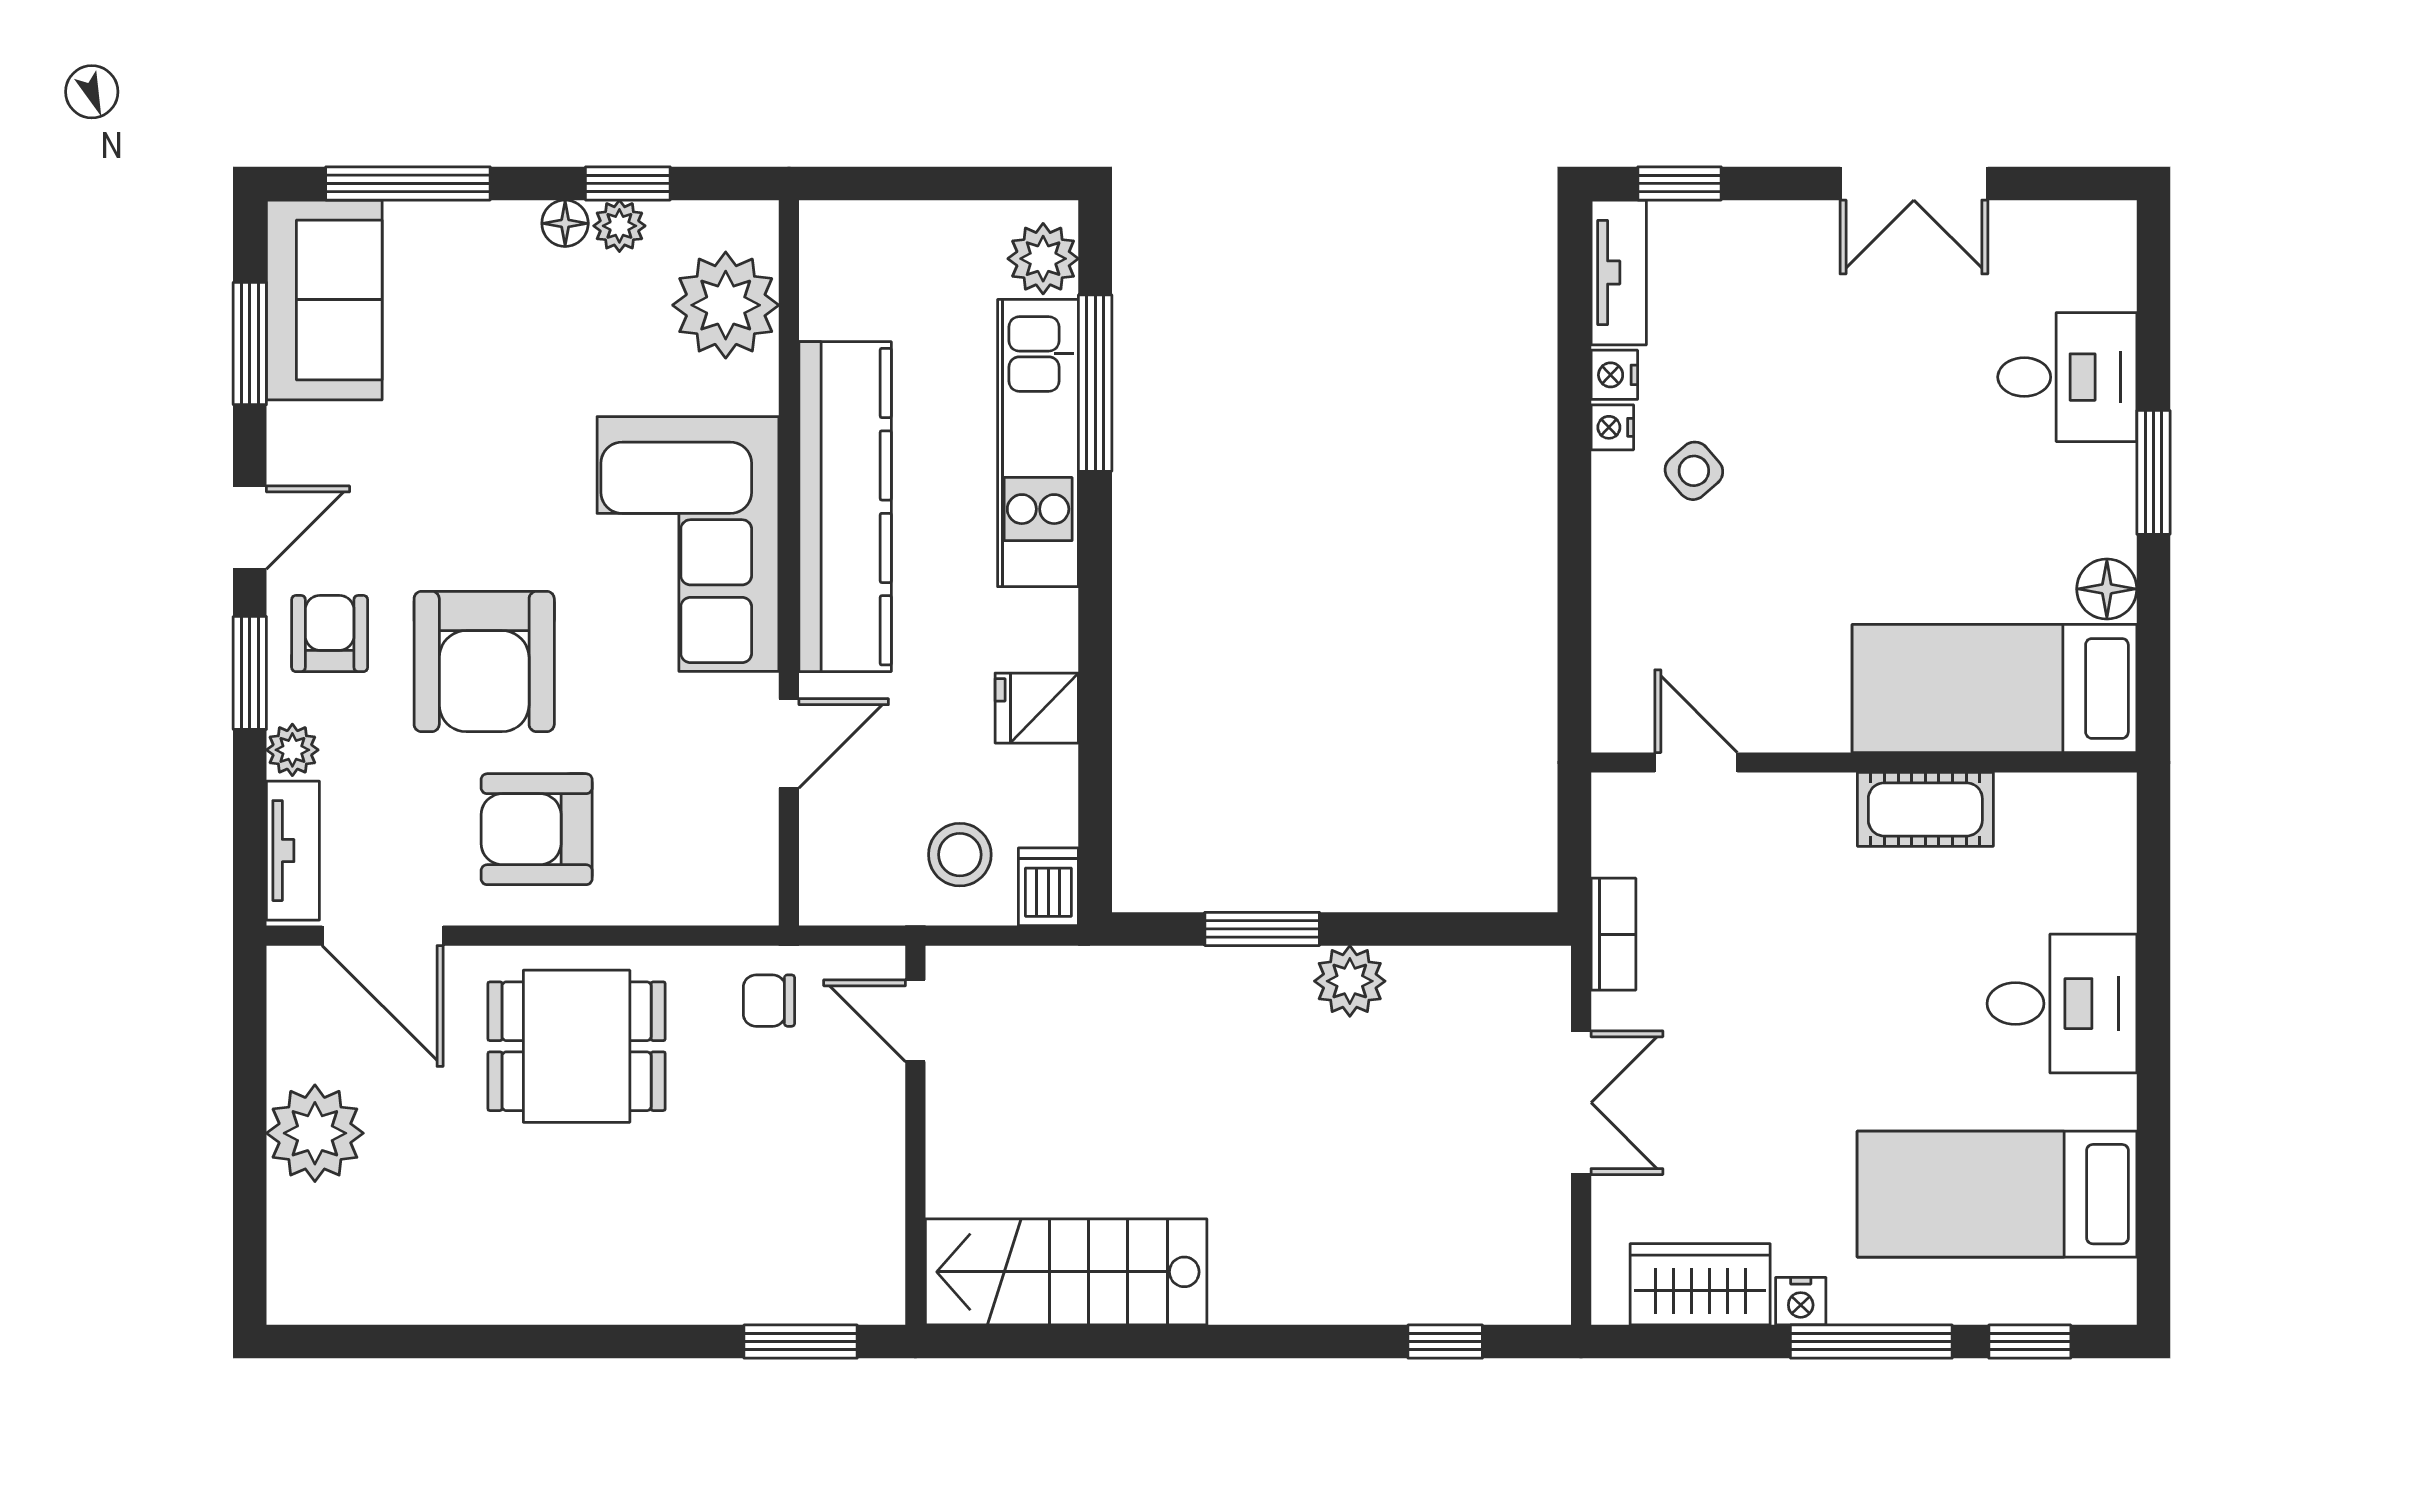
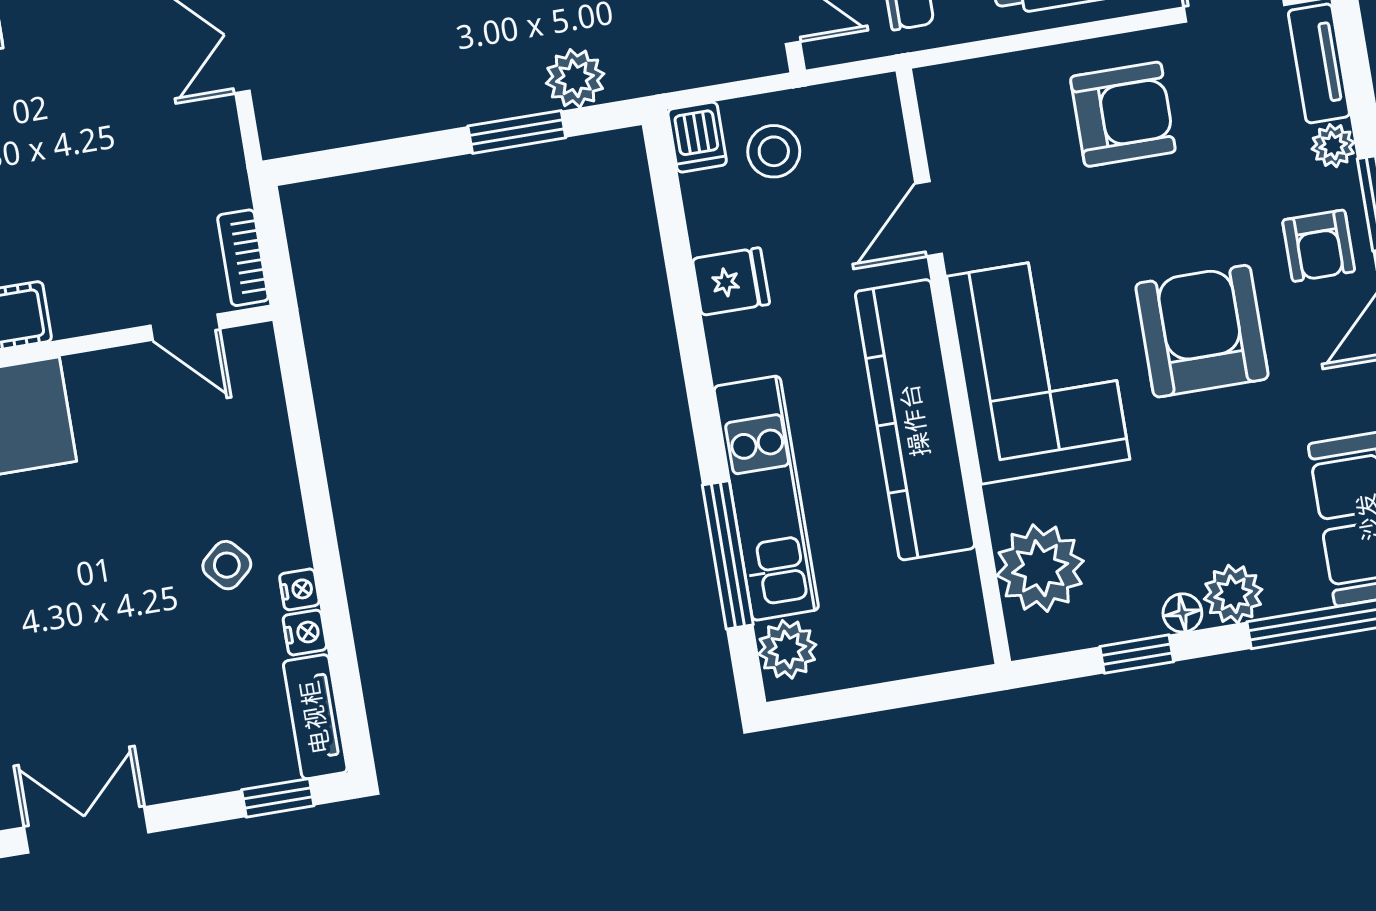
plant: (619, 226) -> (1233, 594), moved, width x1.38, depth x1.38
armchair: (484, 662) -> (1202, 331), moved
bookcase: (1613, 934) -> (243, 258), moved
plant: (1350, 981) -> (575, 78), moved

